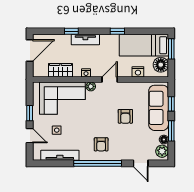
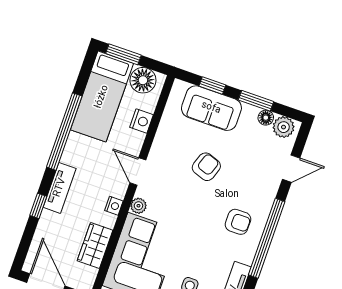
window: (117, 31) -> (64, 132), width x3.17
sofa: (159, 108) -> (211, 108), width x0.73
armchair: (125, 116) -> (206, 167), turned -71

